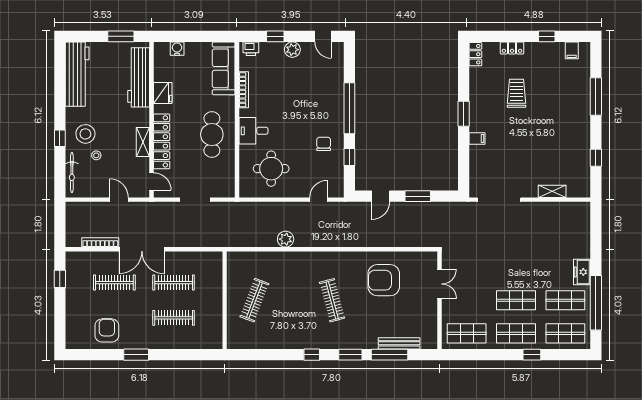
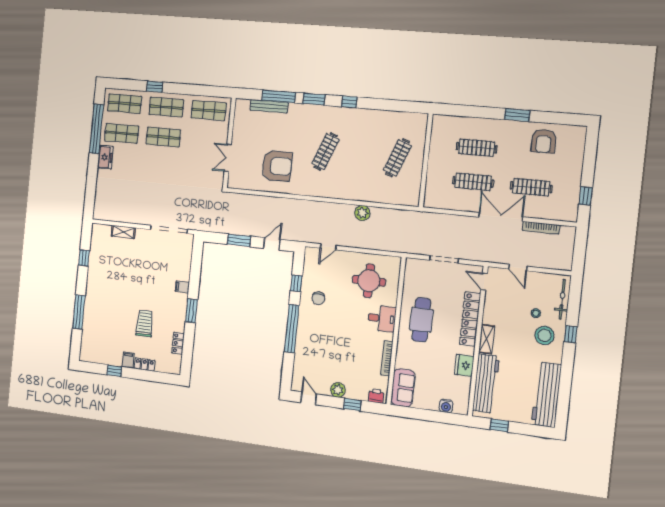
window: (121, 36) -> (499, 425), width x0.67
filing cabinet: (572, 50) -> (128, 360), moved
locker: (475, 54) -> (178, 343), moved
sofa: (224, 68) -> (403, 388), width x0.73
trolley: (516, 93) -> (145, 323), turned 180
shelving: (143, 142) -> (487, 339), moved
clothes rail: (332, 300) -> (325, 151), turned 36

